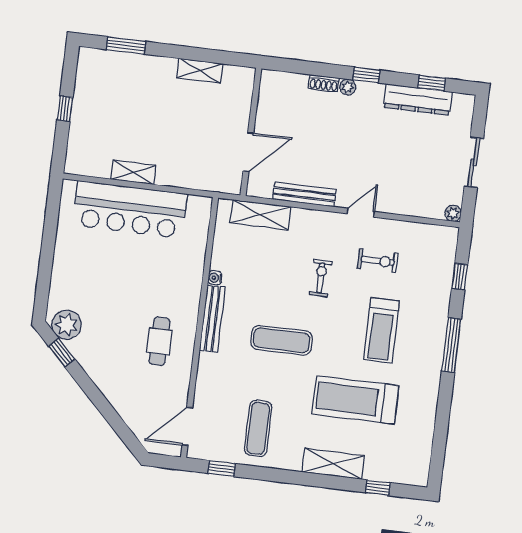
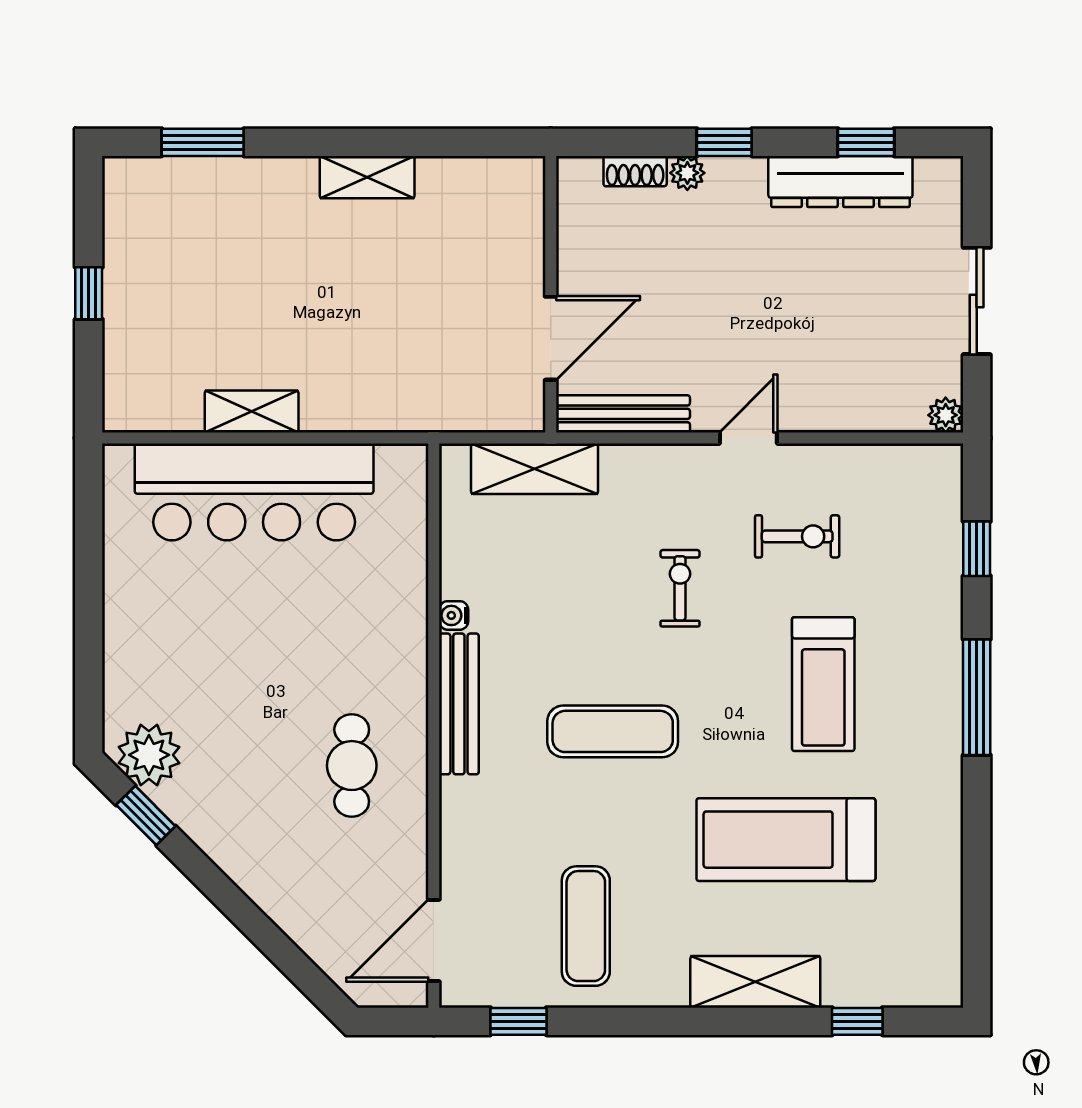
wall: (251, 132) -> (551, 294), moved
door: (248, 152) -> (551, 338), moved

